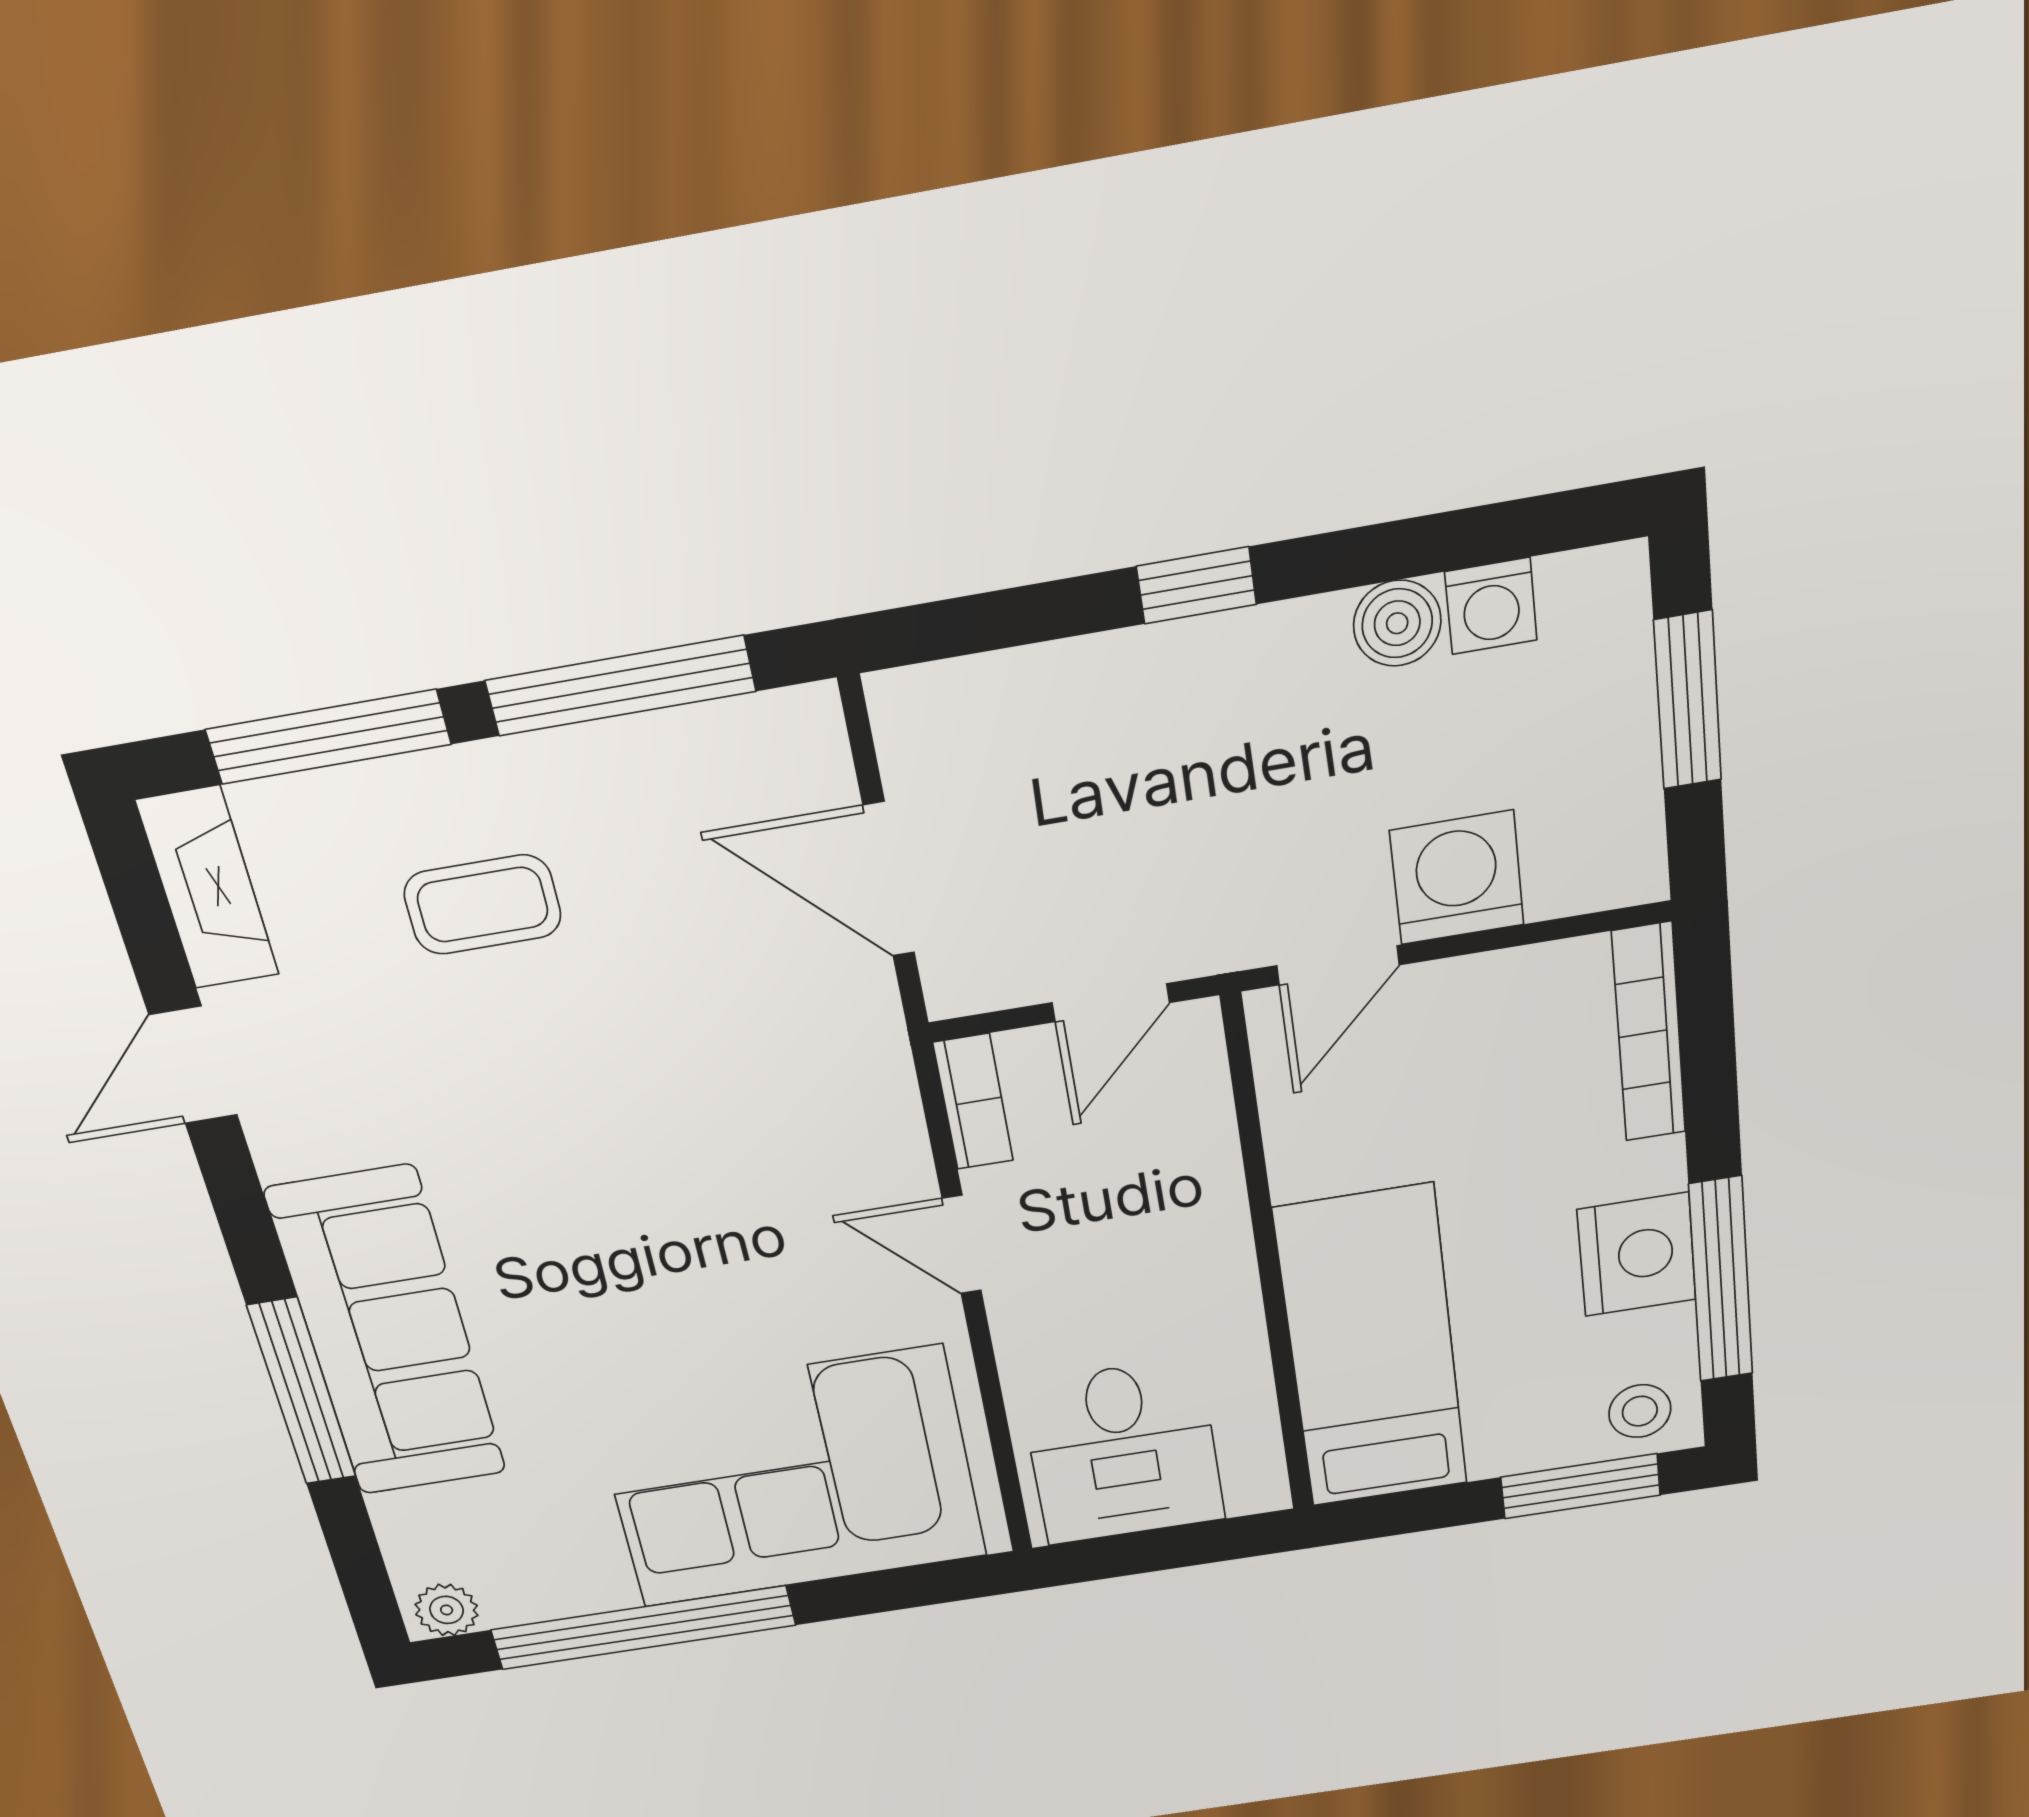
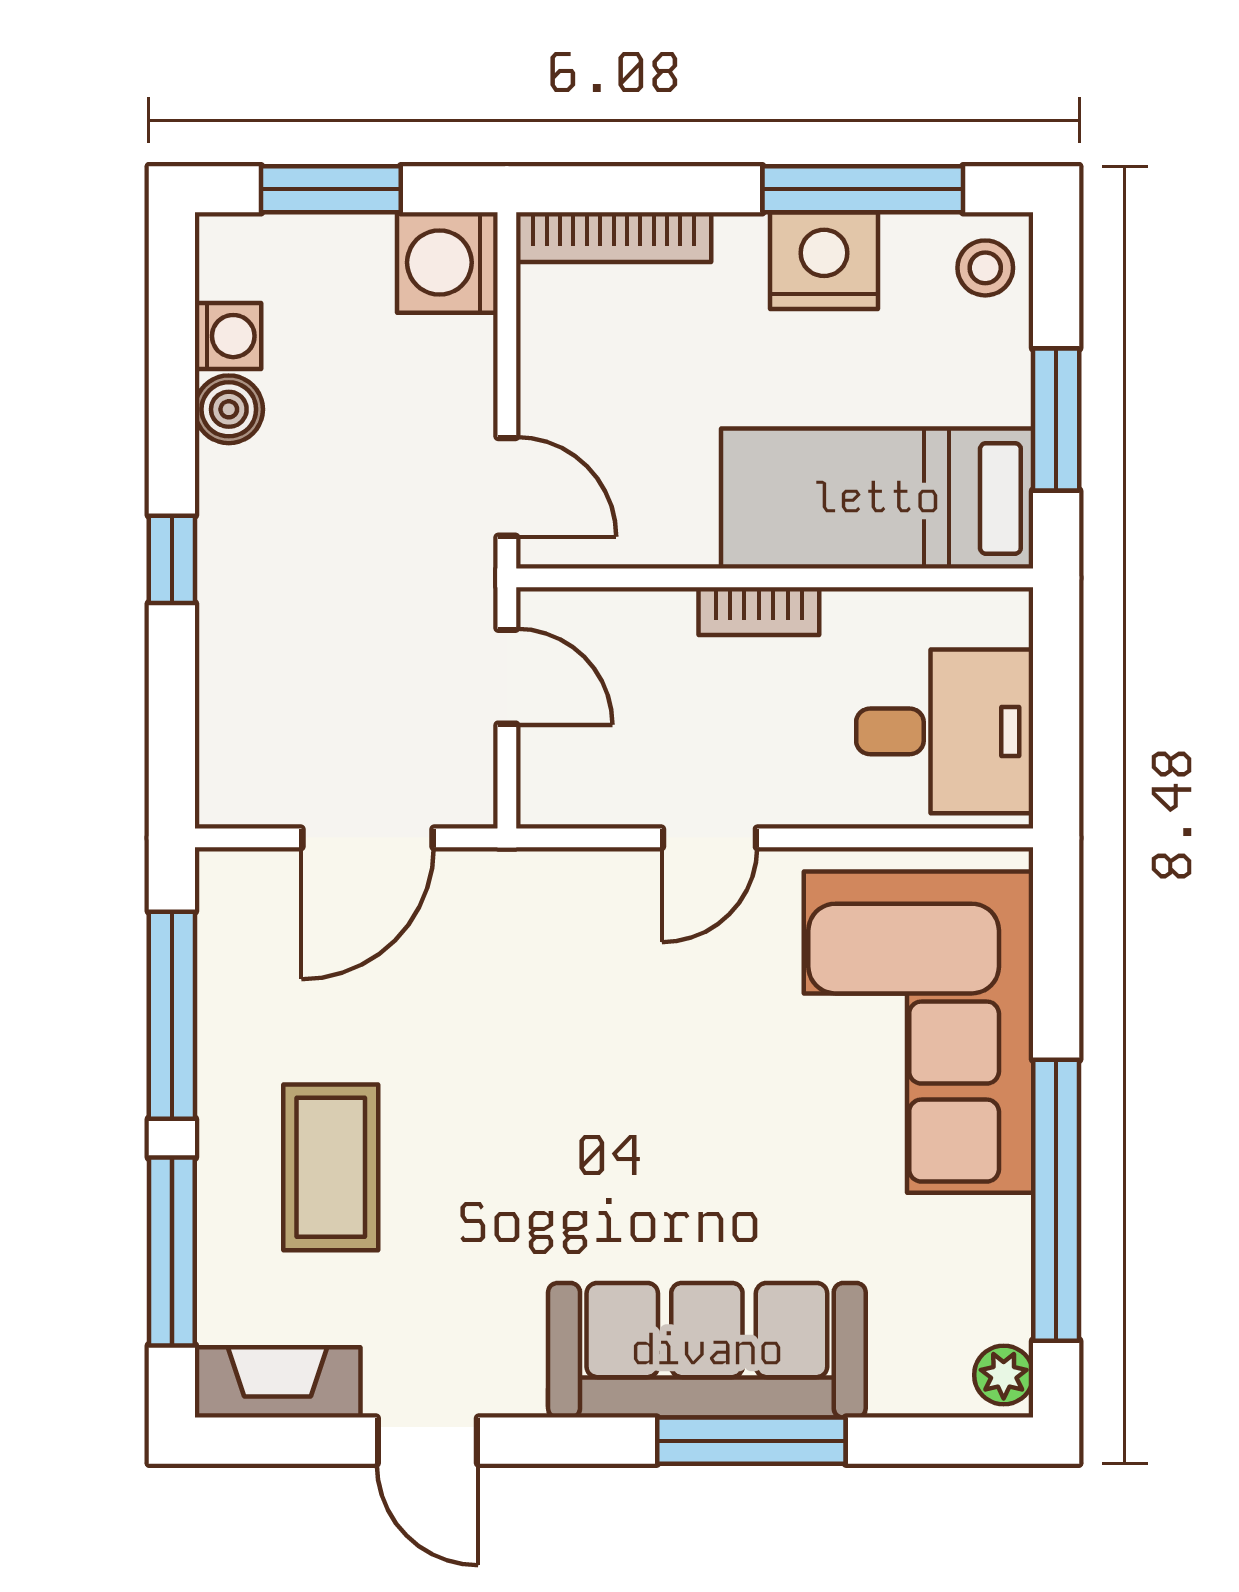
washing machine: (1457, 878) -> (447, 262), moved
coffee table: (483, 905) -> (331, 1167), width x1.36, depth x1.30
bookcase: (973, 1102) -> (759, 611), moved, turned 180
window: (1581, 1486) -> (1056, 419), moved

